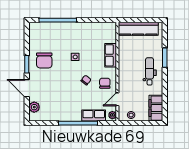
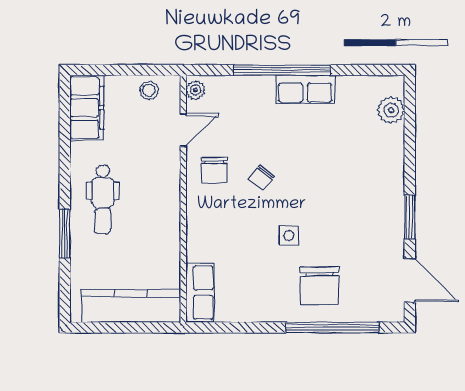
row of seats: (111, 55) -> (200, 293), moved
chair: (44, 60) -> (319, 286), moved, turned 180
door: (27, 88) -> (410, 280), moved
row of seats: (94, 115) -> (305, 89), moved

